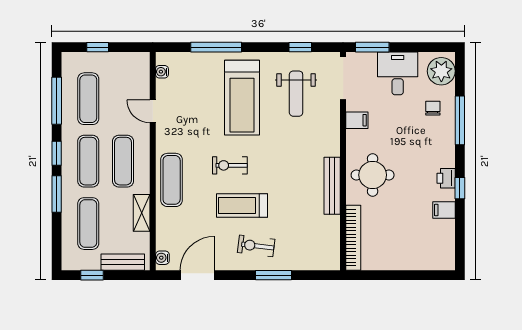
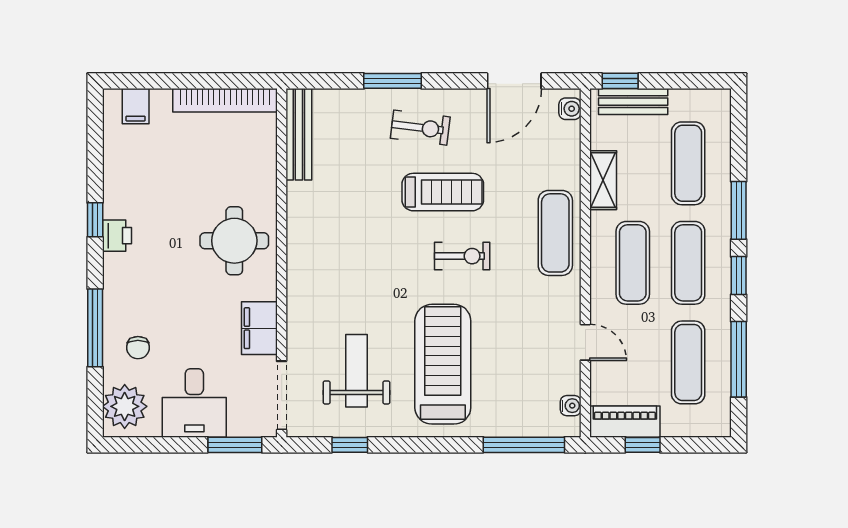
window: (98, 47) -> (643, 445), moved
window: (216, 47) -> (524, 445), moved
piano: (128, 62) -> (625, 422), added
filing cabinet: (357, 120) -> (259, 328), width x2.00
bench: (332, 186) -> (299, 134), moved
filing cabinet: (444, 210) -> (136, 106), moved, turned 90
bookcase: (353, 238) -> (225, 100), moved, turned -90
window: (92, 275) -> (620, 81), moved

